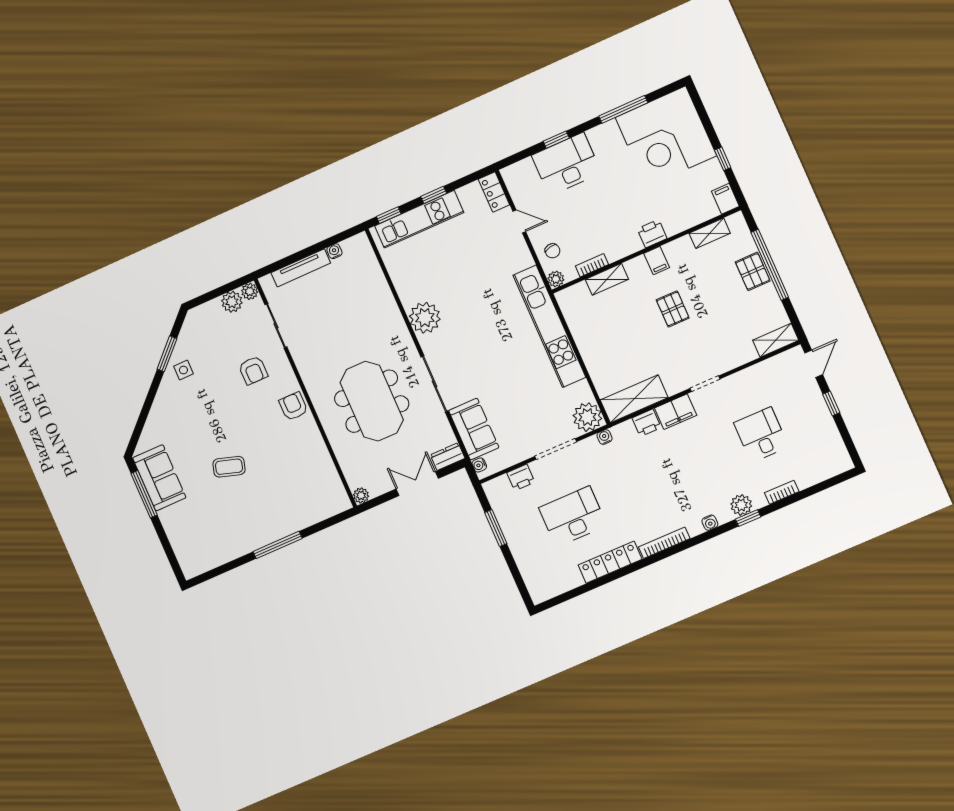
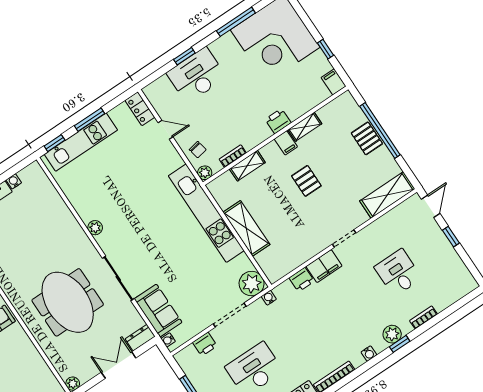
window: (434, 195) -> (90, 120), width x1.50
shelving: (710, 233) -> (305, 127), moved
plant: (425, 318) -> (95, 228), width x0.53, depth x0.53
shelving: (776, 340) -> (387, 195), width x1.50, depth x1.33
shelving: (634, 399) -> (246, 228), moved, turned 90

